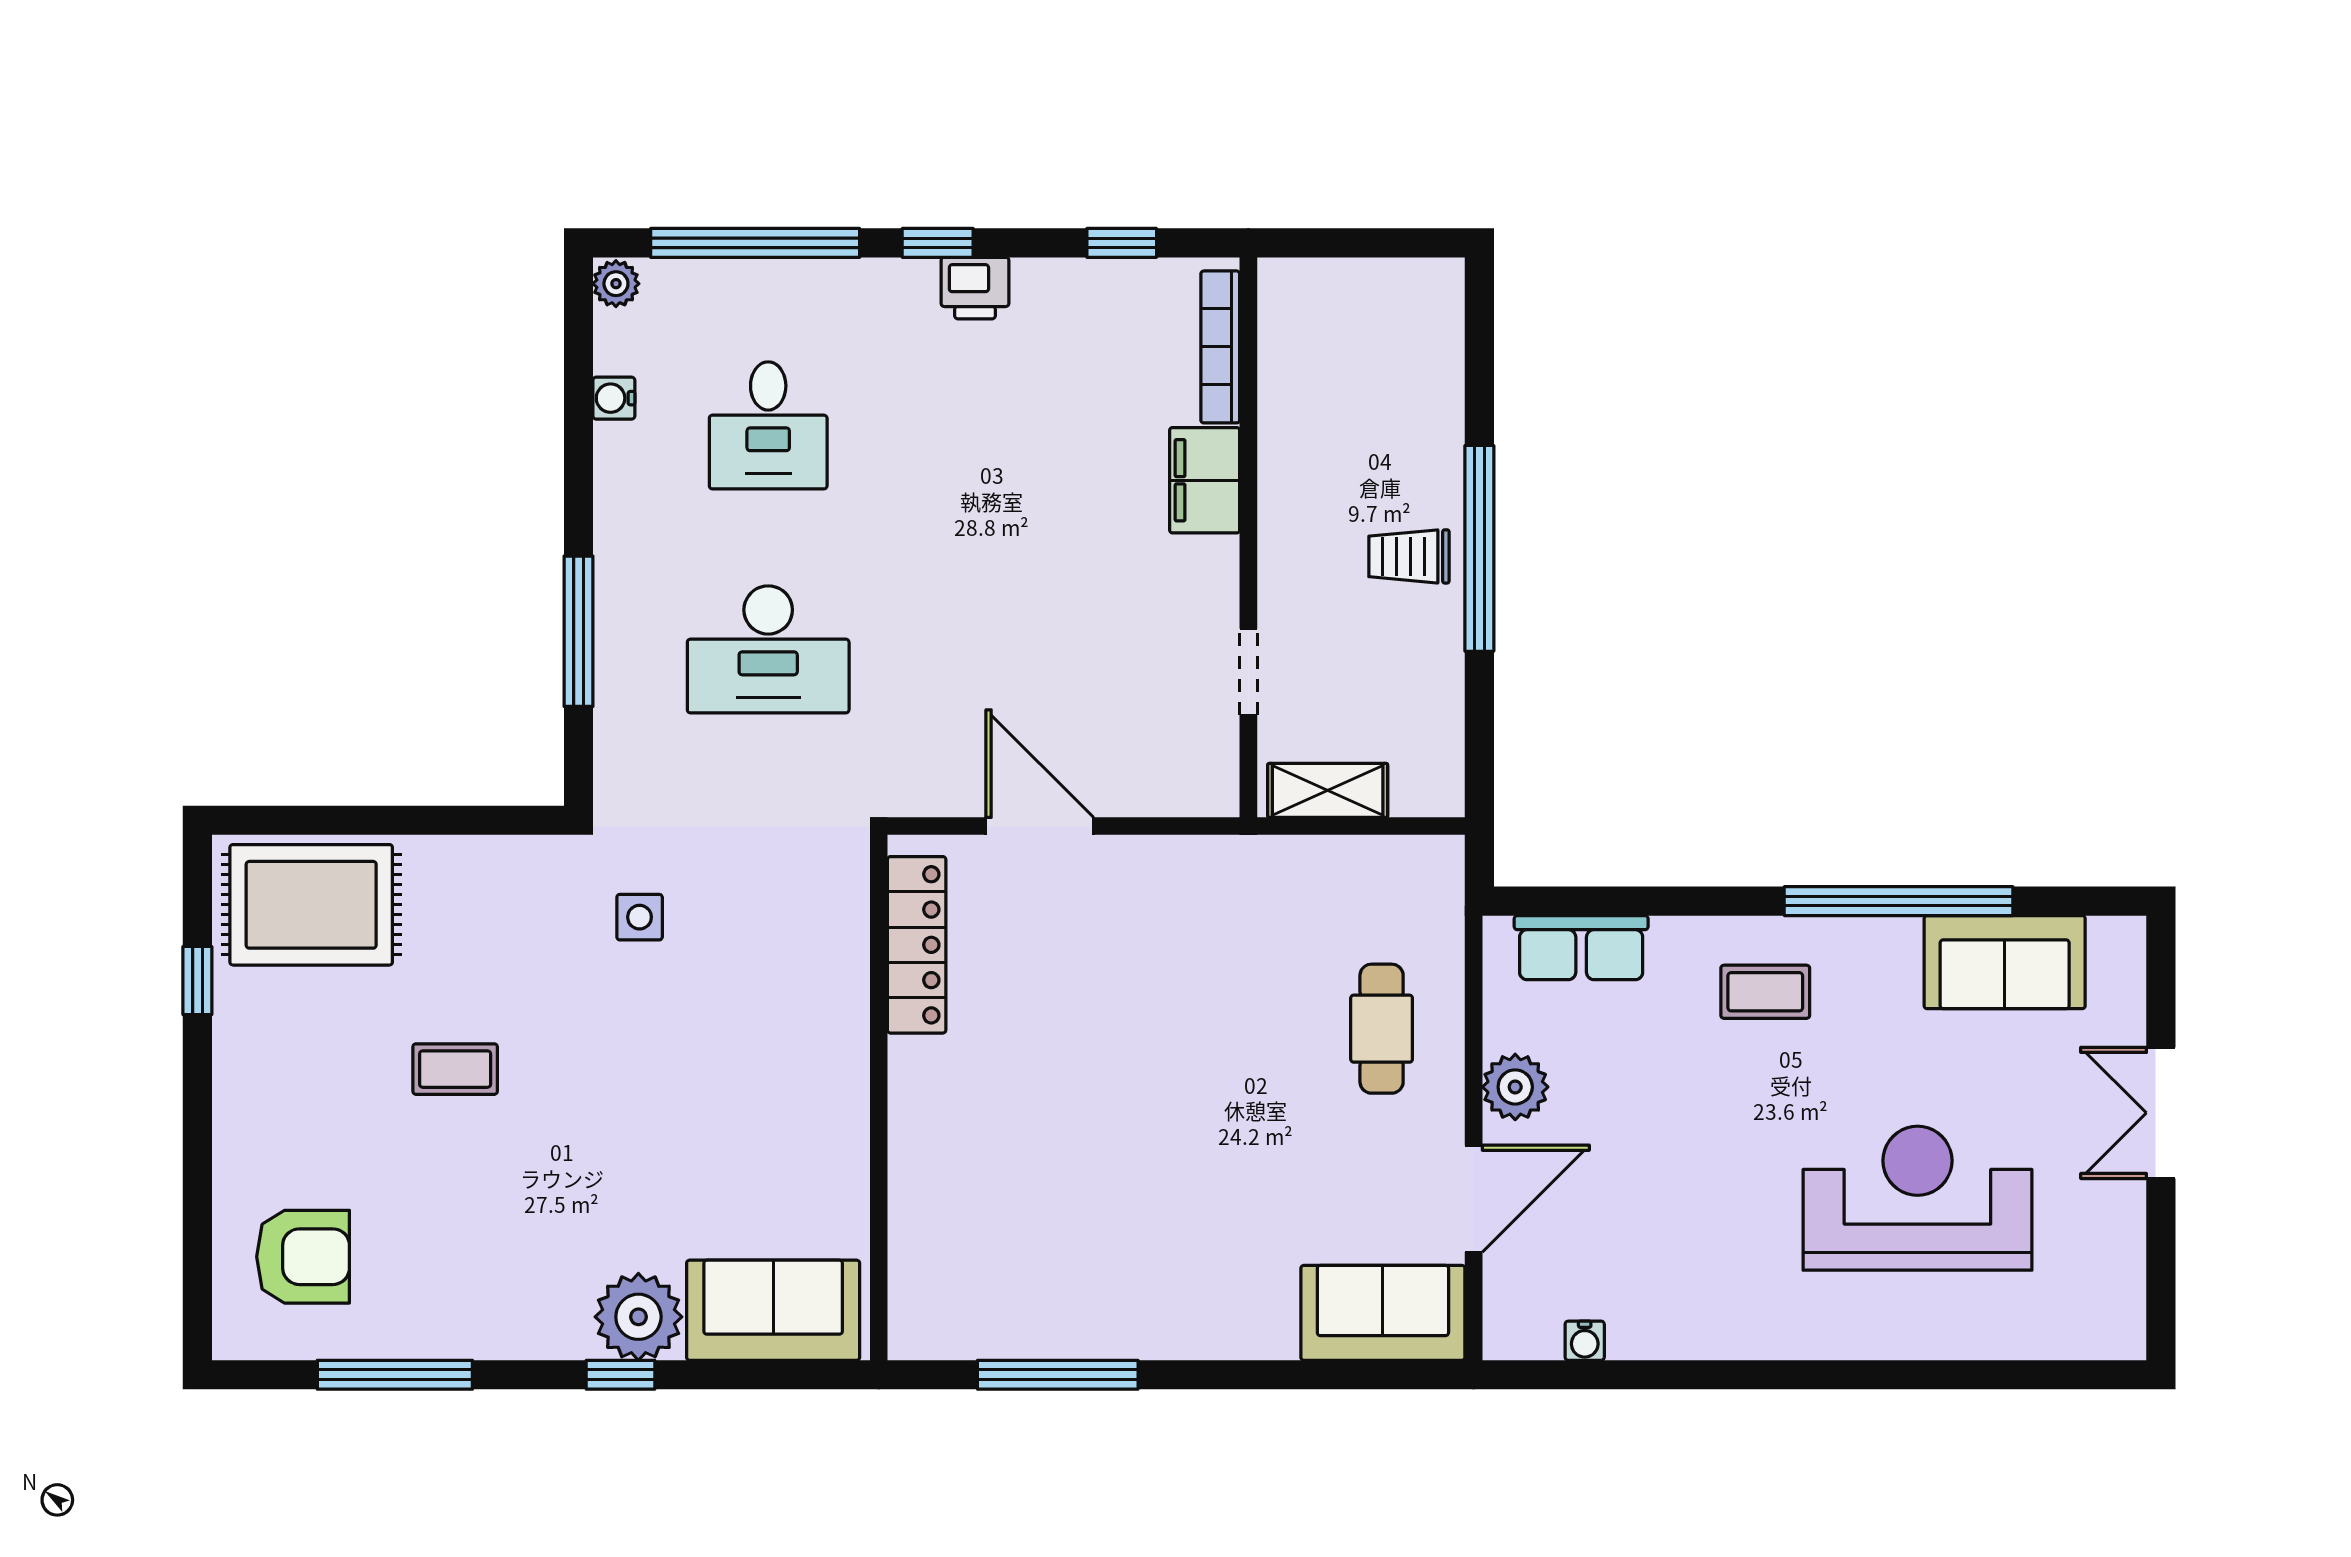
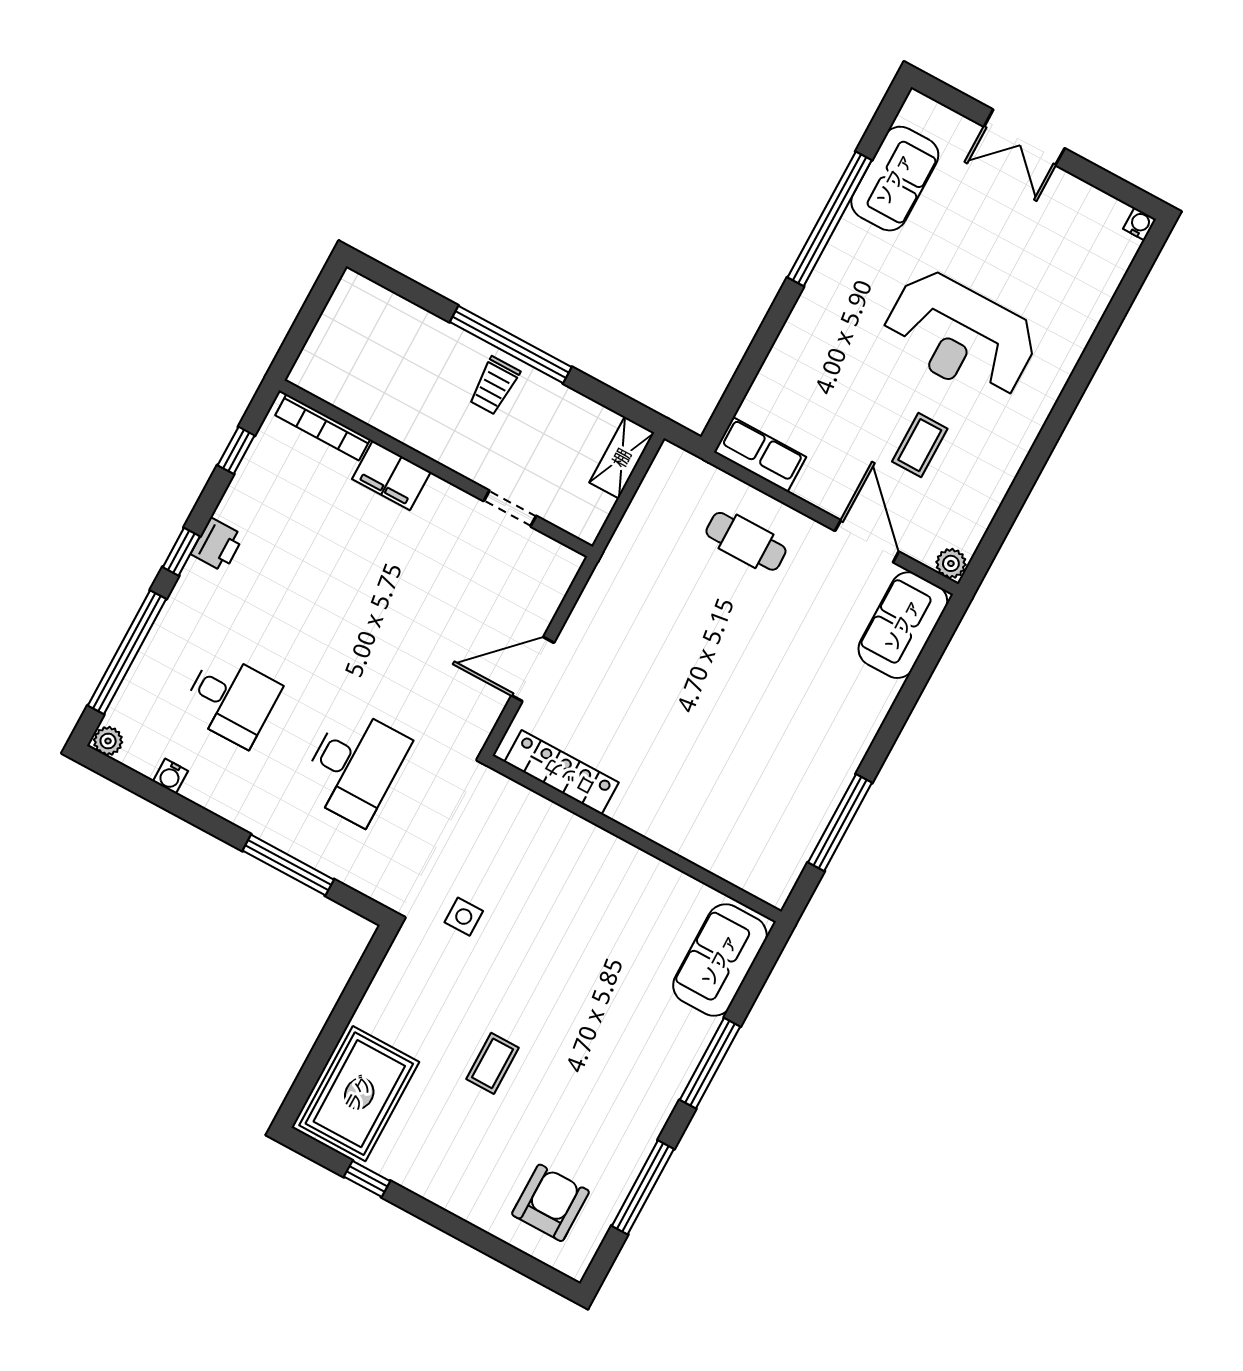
shelving: (1328, 790) -> (622, 458), moved
row of seats: (1581, 948) -> (760, 455), moved, turned -90
coffee table: (1765, 992) -> (920, 445), moved
plant: (1515, 1087) -> (951, 563), moved, width x0.73, depth x0.73
reception desk: (1917, 1198) -> (960, 336), moved, turned -90
plant: (638, 1317) -> (683, 1036), removed
water cooler: (1585, 1341) -> (1140, 224), moved, turned -90
window: (621, 1375) -> (710, 1063), width x2.17

